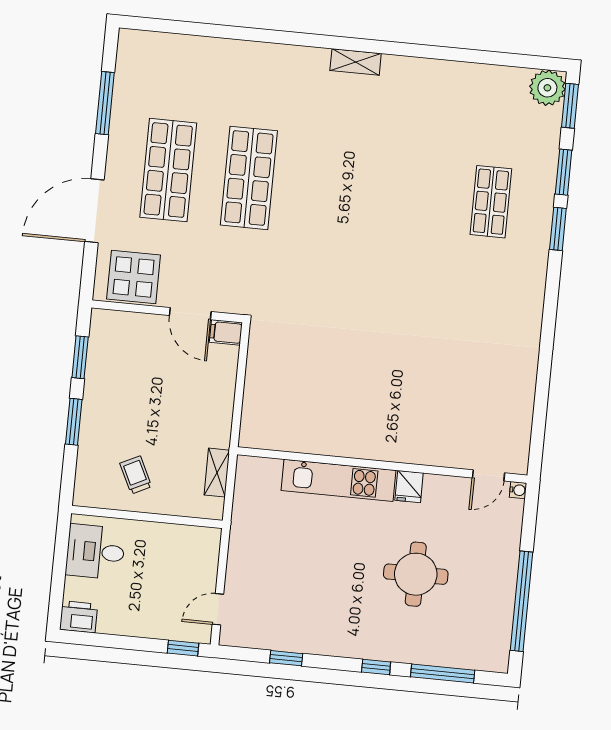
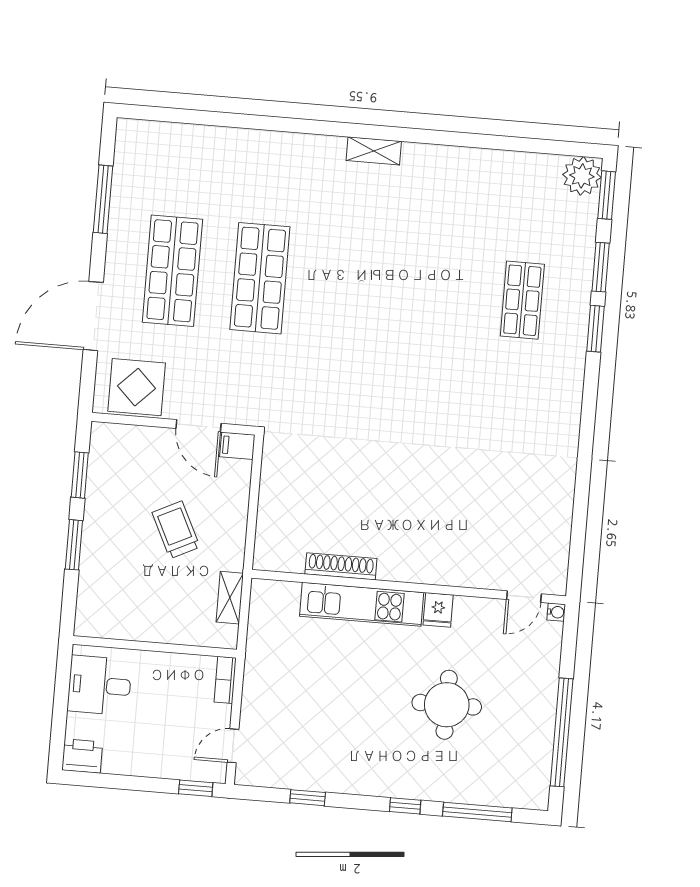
shoe rack: (320, 445) -> (341, 566), added
trolley: (136, 475) -> (176, 530), moved, width x1.36, depth x1.39
bookcase: (212, 548) -> (225, 680), added

